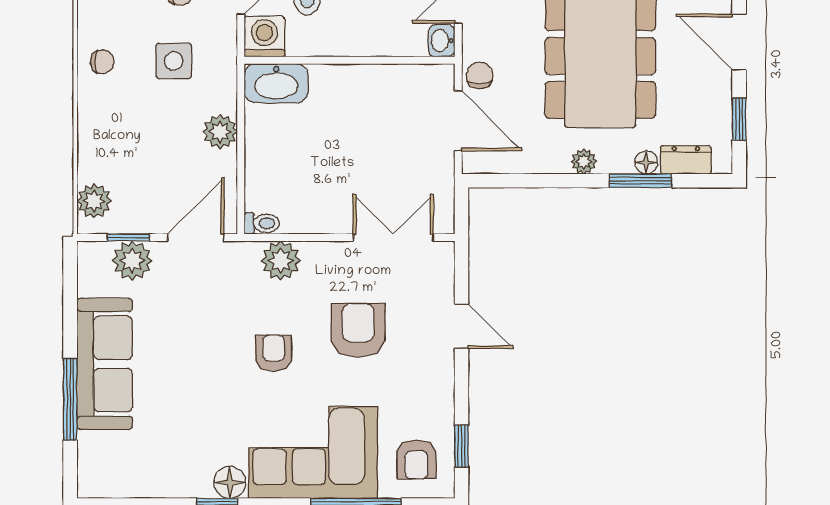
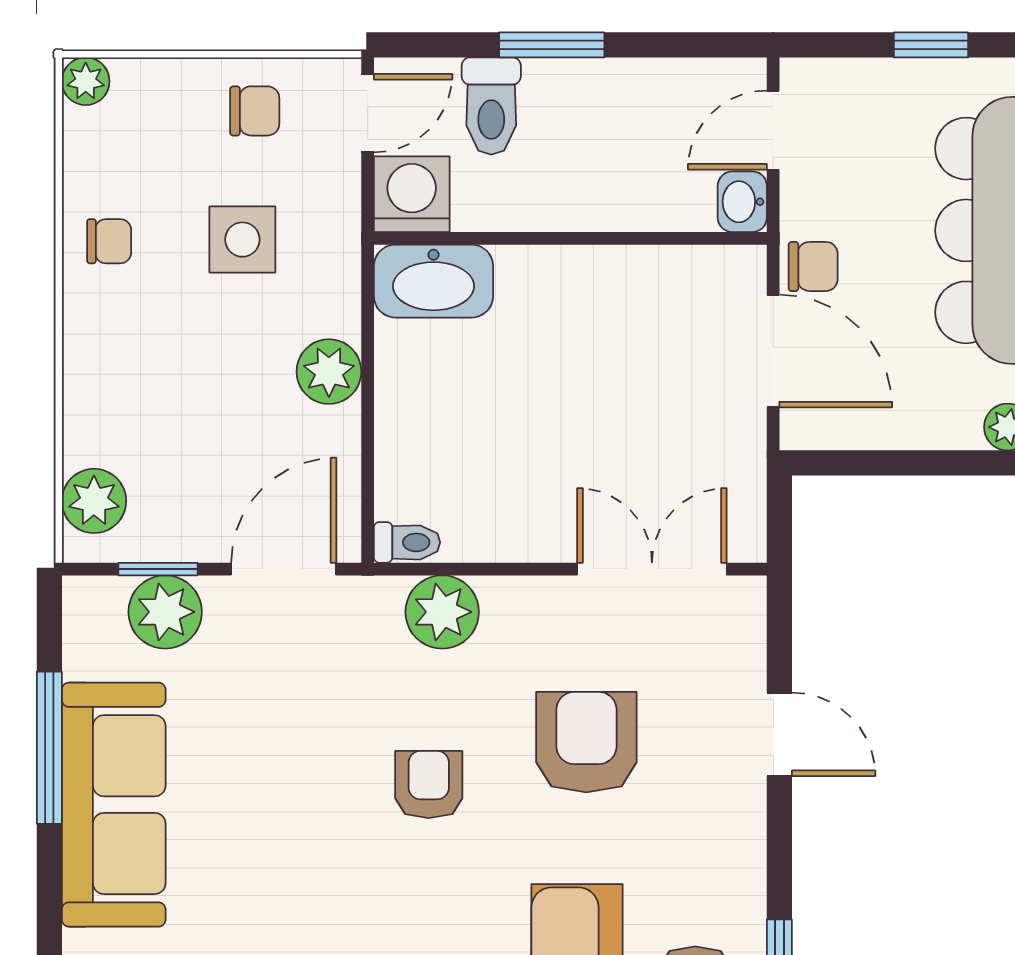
chair: (480, 75) -> (813, 266), turned 90
window: (70, 399) -> (49, 748), moved

